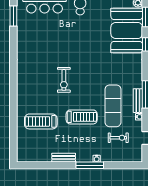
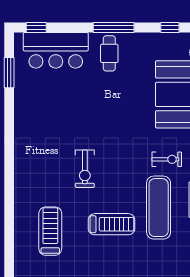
treadmill: (41, 121) -> (50, 231), turned 90
exercise bike: (118, 138) -> (167, 159), moved

